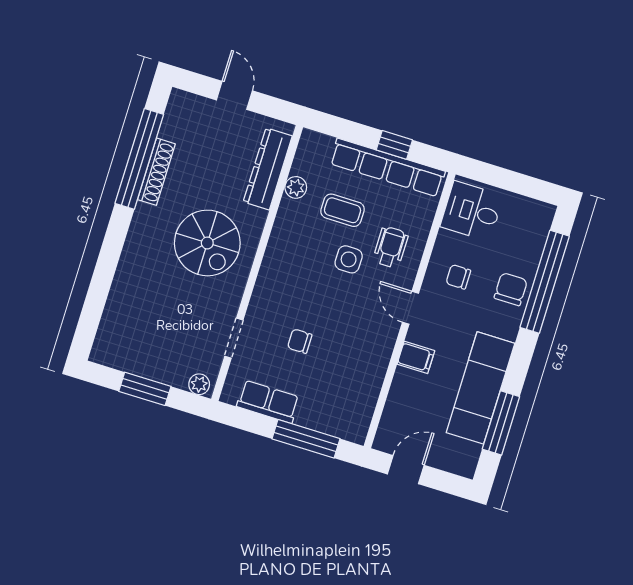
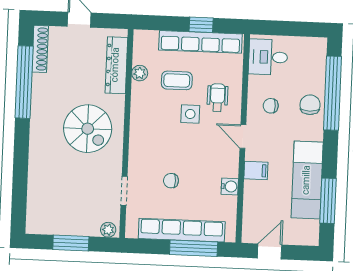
shoe rack: (156, 172) -> (40, 49), moved
water cooler: (376, 369) -> (230, 186), added
row of seats: (268, 402) -> (182, 230), width x2.02

